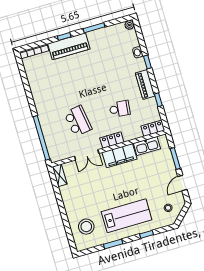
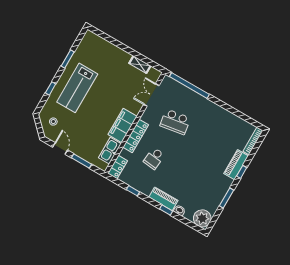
plant: (129, 25) -> (202, 218), width x1.87, depth x1.87
piano: (69, 46) -> (236, 165), width x0.73, depth x0.75
piano: (145, 85) -> (163, 199), moved
locker: (112, 140) -> (136, 136), width x1.53
double door: (87, 155) -> (151, 95), moved
shelving: (60, 175) -> (140, 65), moved
stool: (86, 227) -> (98, 53), removed

